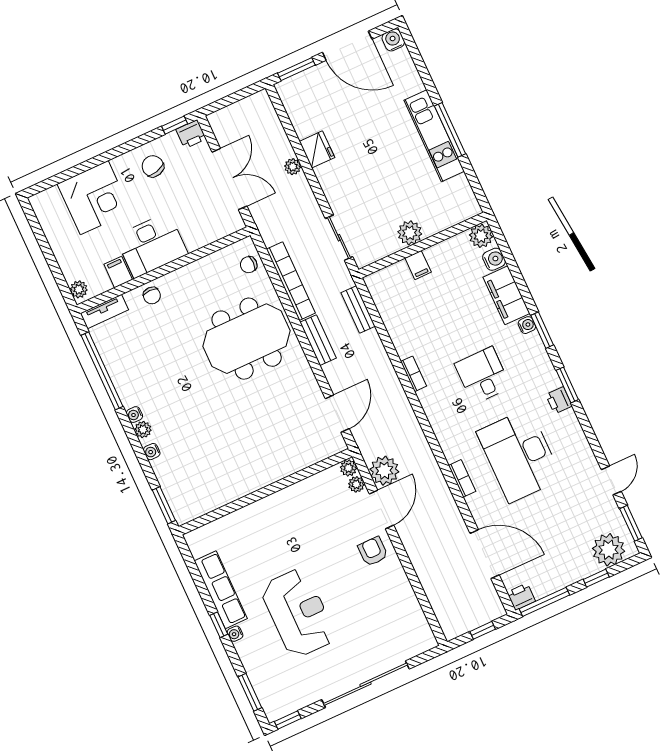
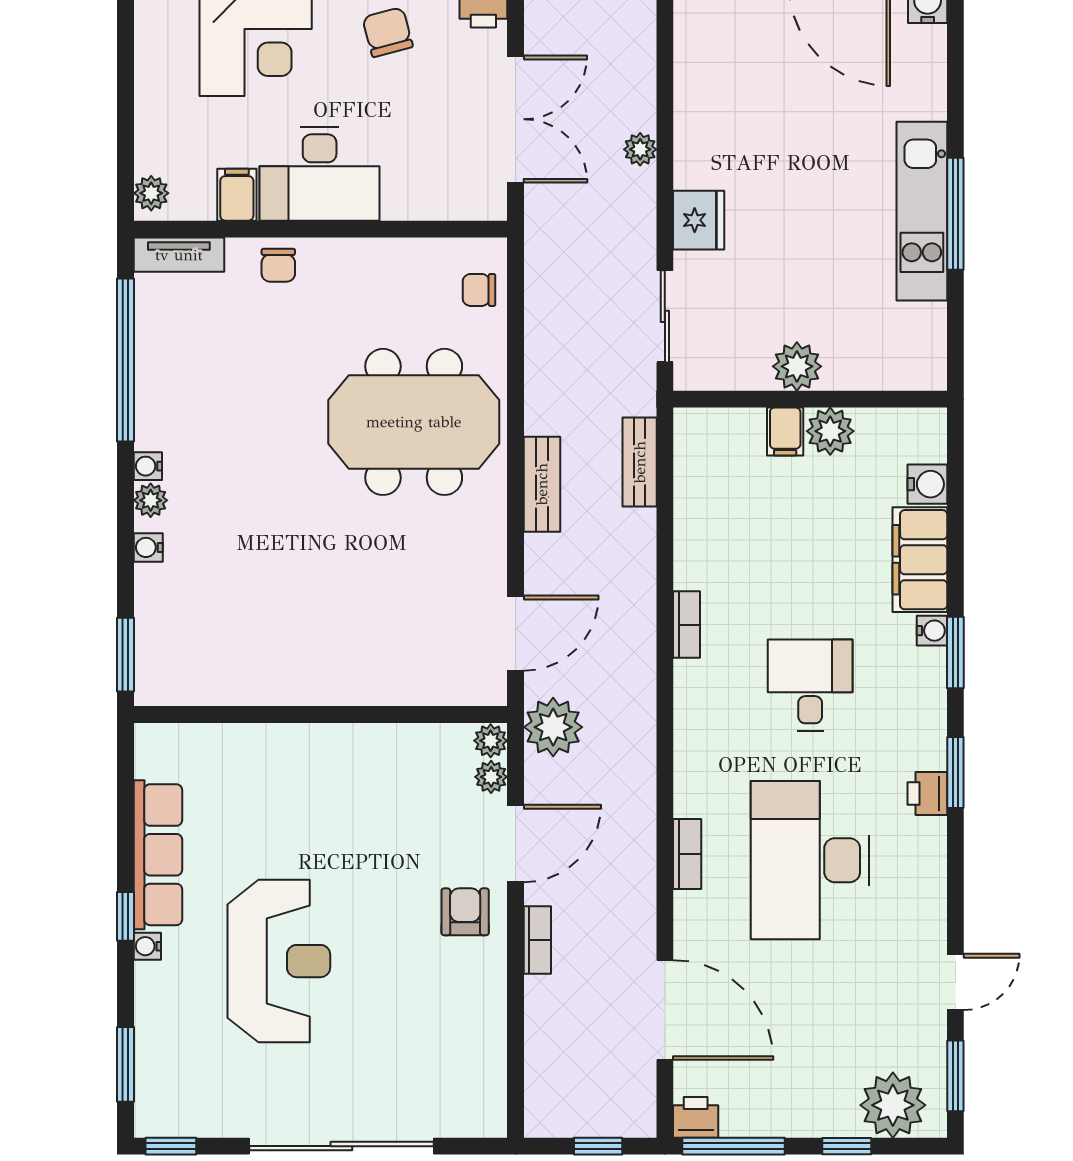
fridge: (317, 149) -> (699, 220), moved
plant: (481, 236) -> (830, 431), moved
bookcase: (291, 281) -> (537, 940), moved, width x0.43, depth x0.76
plant: (384, 471) -> (553, 727), moved

